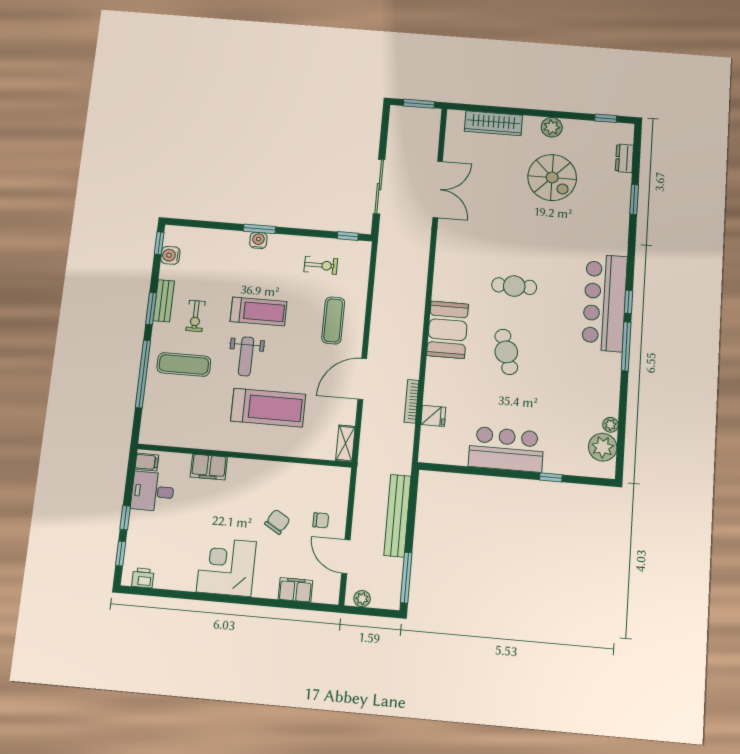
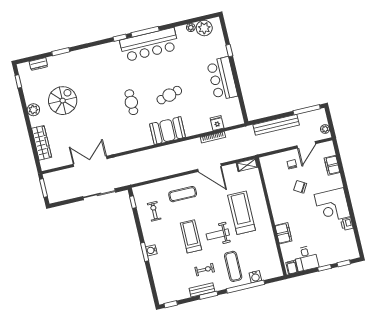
water cooler: (170, 255) -> (255, 277), moved
bar counter: (605, 303) -> (149, 45), moved
weight bench: (246, 356) -> (218, 234), turned 180
printer: (143, 578) -> (347, 224), moved

